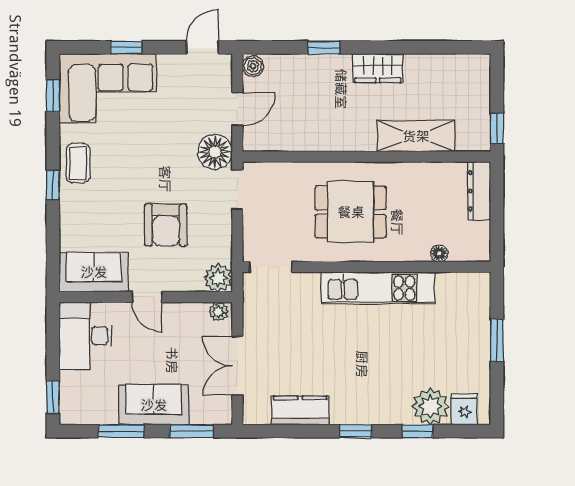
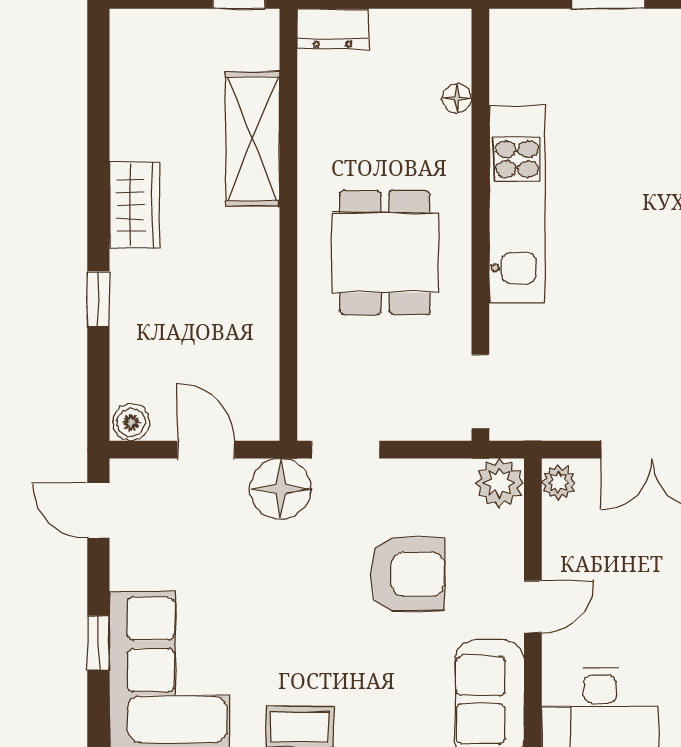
dresser: (479, 191) -> (333, 29), width x0.70

